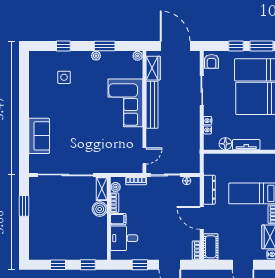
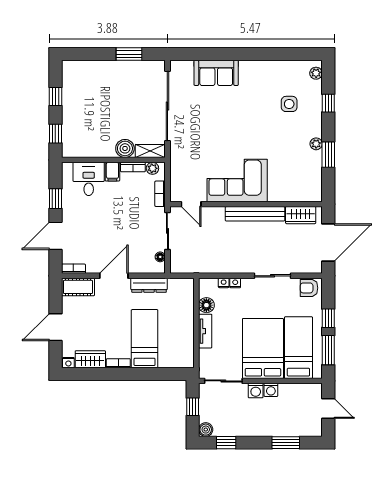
plant: (138, 56) -> (316, 73), moved
corner sofa: (125, 103) -> (237, 180), moved

